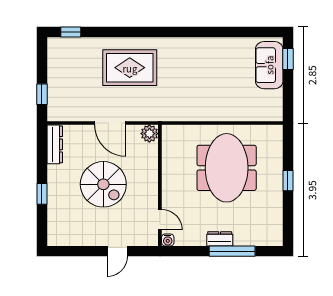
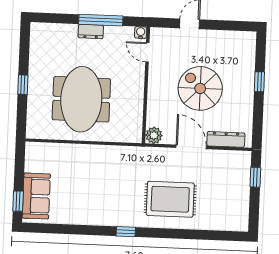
window: (71, 32) -> (126, 232), moved
dresser: (55, 144) -> (226, 139), moved, turned 90
window: (232, 251) -> (101, 20), moved

